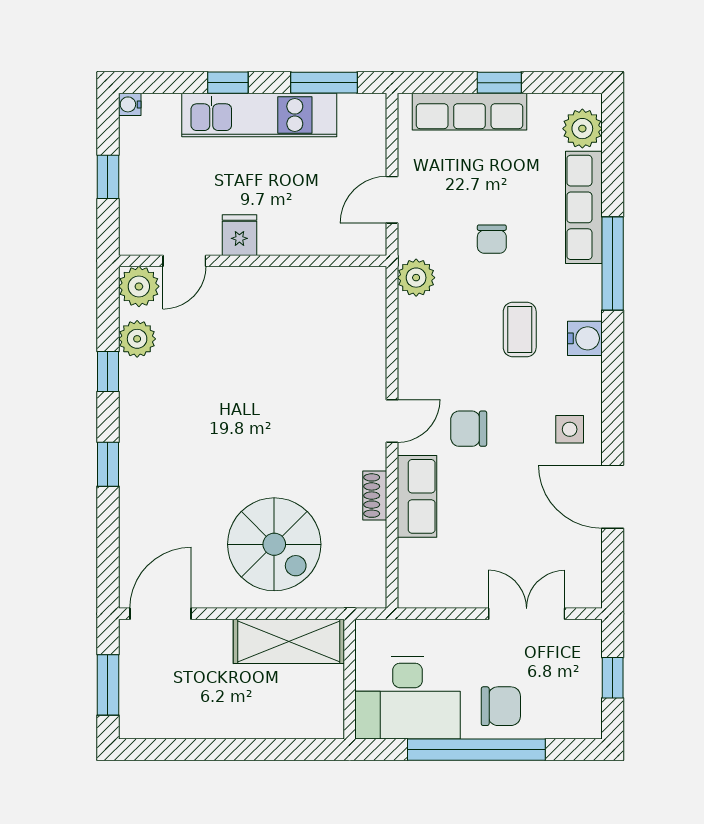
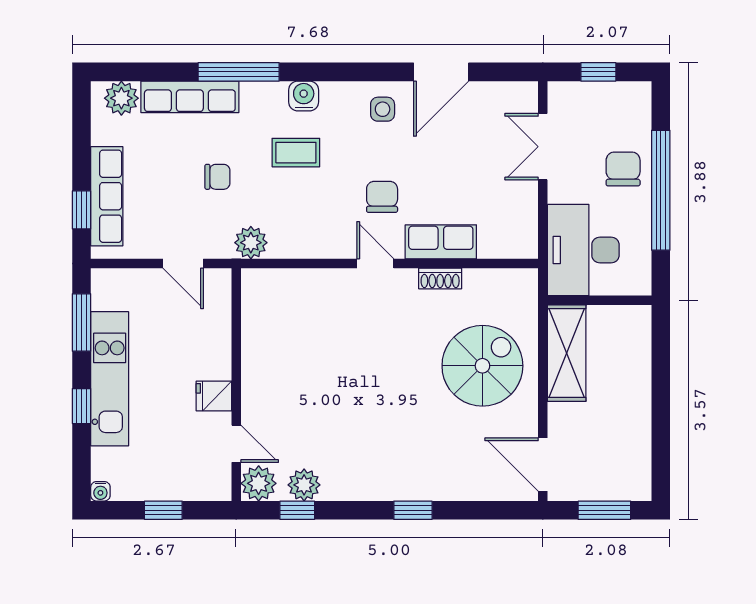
window: (499, 83) -> (82, 210), moved
window: (108, 371) -> (297, 510), moved
chair: (469, 429) -> (382, 197), turned 180
desk: (408, 698) -> (583, 250), moved, turned 180

